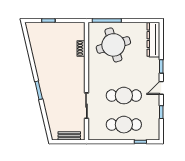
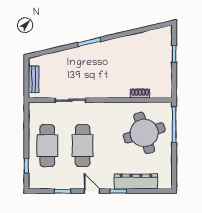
dresser: (153, 40) -> (136, 181), moved

